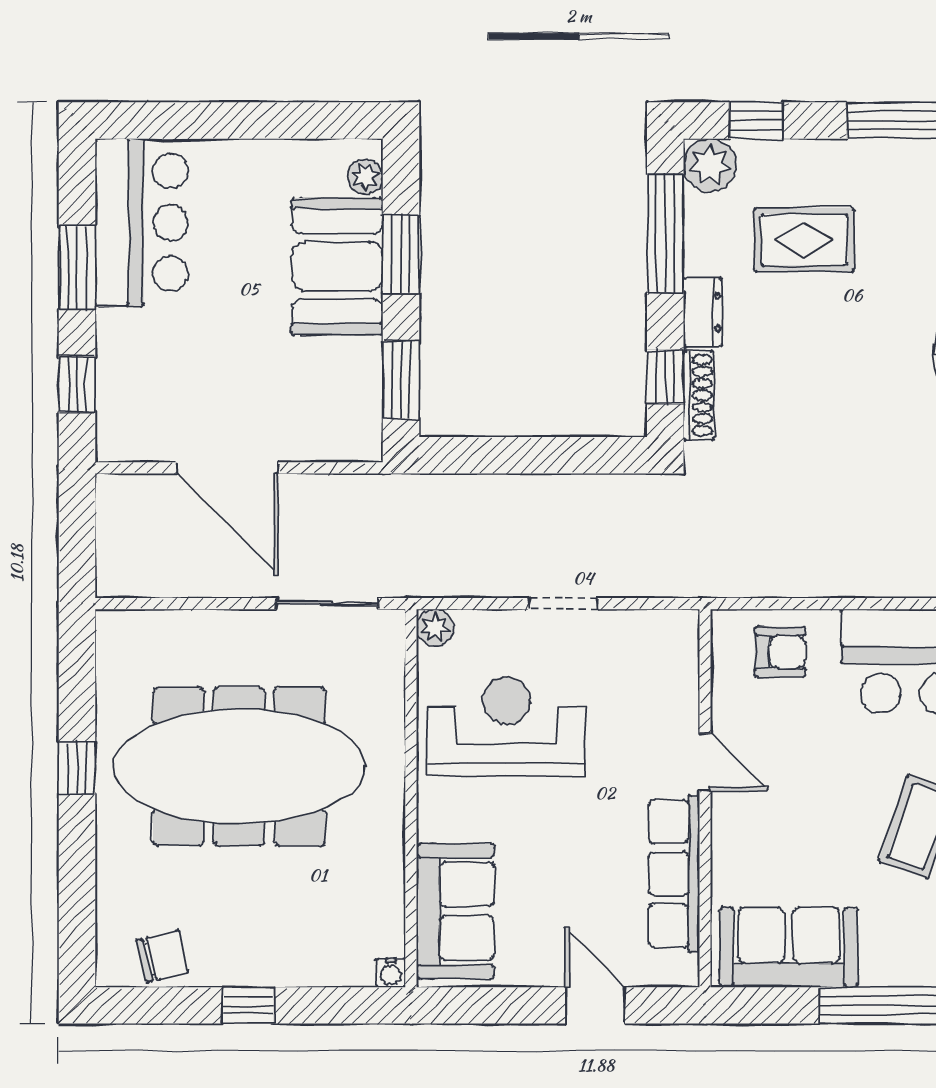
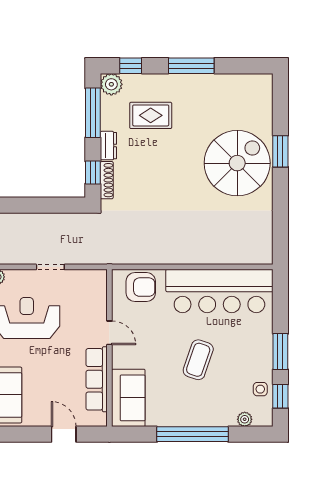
armchair: (780, 652) -> (141, 287), width x1.38, depth x1.38
sofa: (789, 947) -> (128, 398), moved, turned 90

